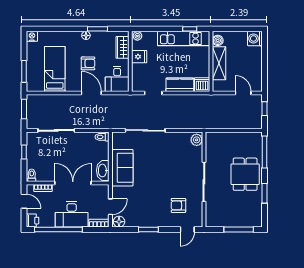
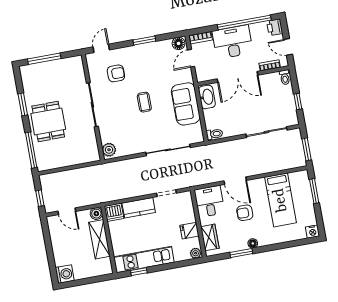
boiler: (218, 40) -> (96, 214), moved
coffee table: (158, 176) -> (144, 102), added

